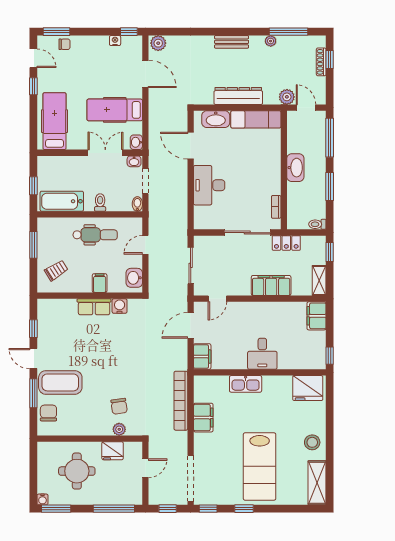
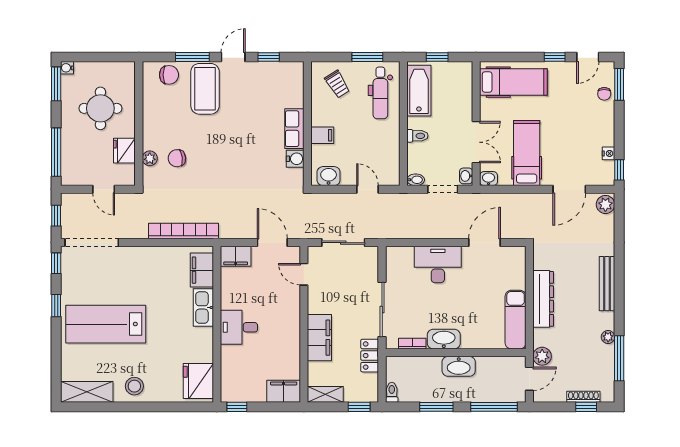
bench: (232, 42) -> (607, 284), width x1.36
washbasin: (216, 119) -> (444, 339), moved, turned 90
dental chair: (95, 235) -> (380, 93), moved
filing cabinet: (203, 418) -> (202, 270), moved, turned 90

